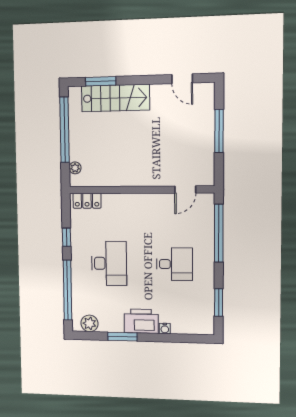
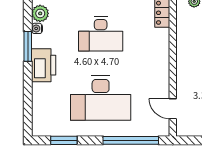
desk: (174, 264) -> (101, 98), width x1.87, depth x1.30
water cooler: (165, 329) -> (37, 28), moved

